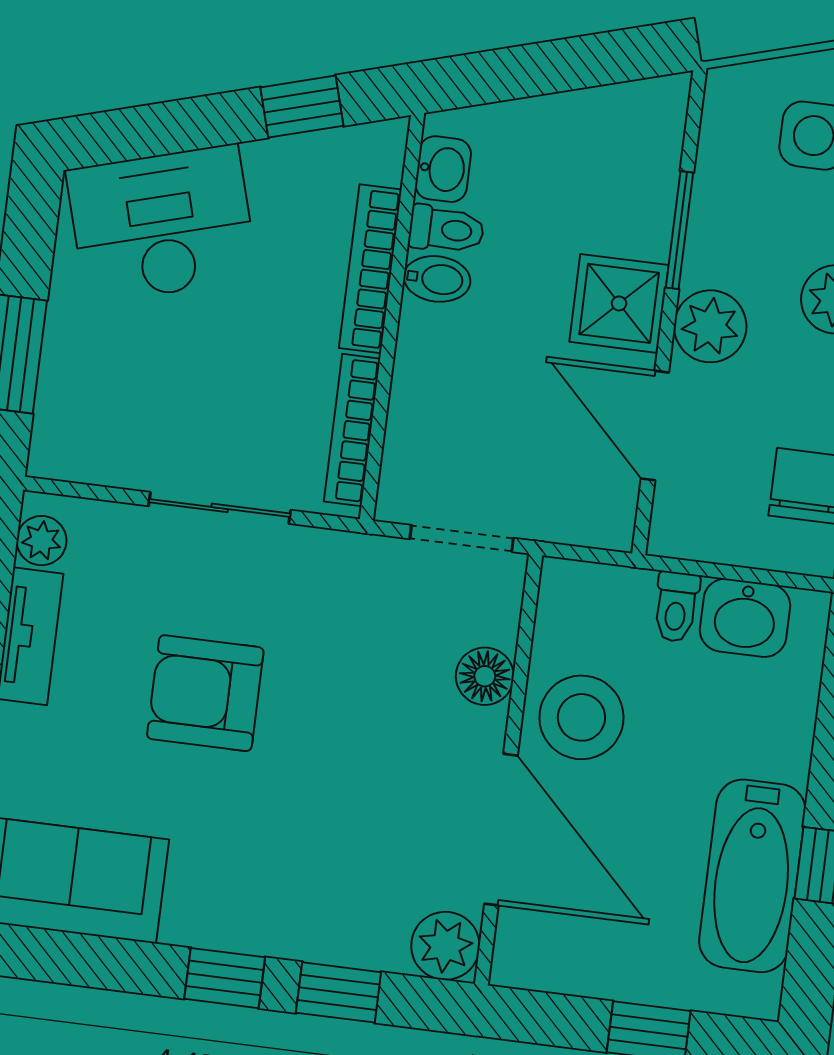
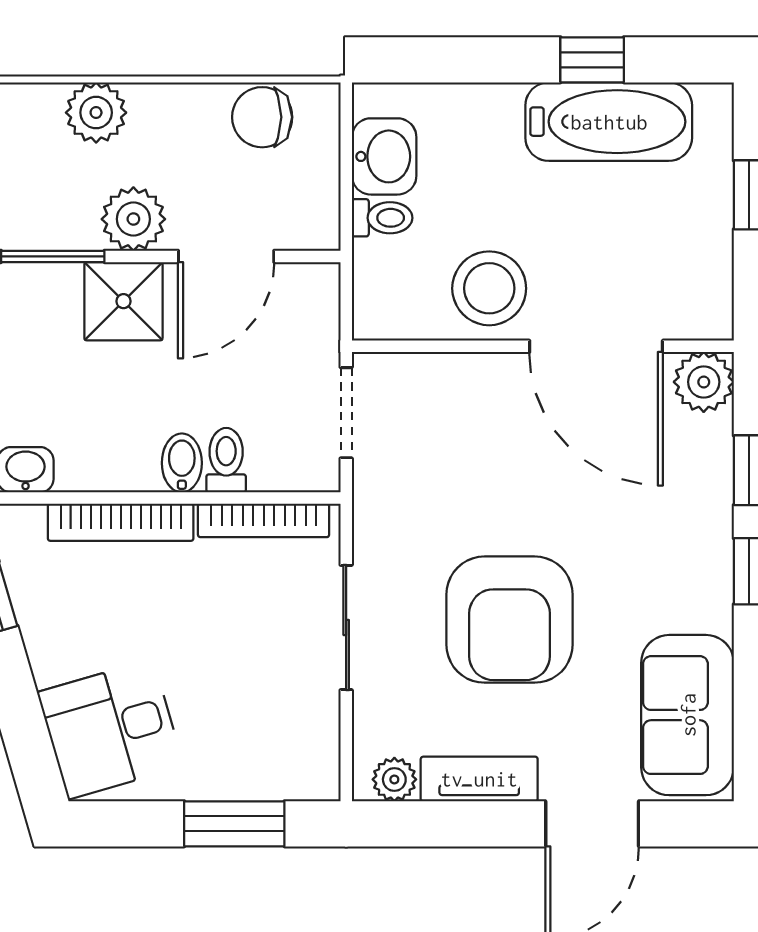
desk: (162, 224) -> (110, 729), width x0.73
toilet: (446, 229) -> (226, 460), moved
bidet: (437, 279) -> (182, 463), moved
floor lamp: (485, 676) -> (464, 377), removed
armchair: (205, 693) -> (510, 620), width x1.36, depth x1.36
door: (501, 830) -> (596, 346), swing flipped

